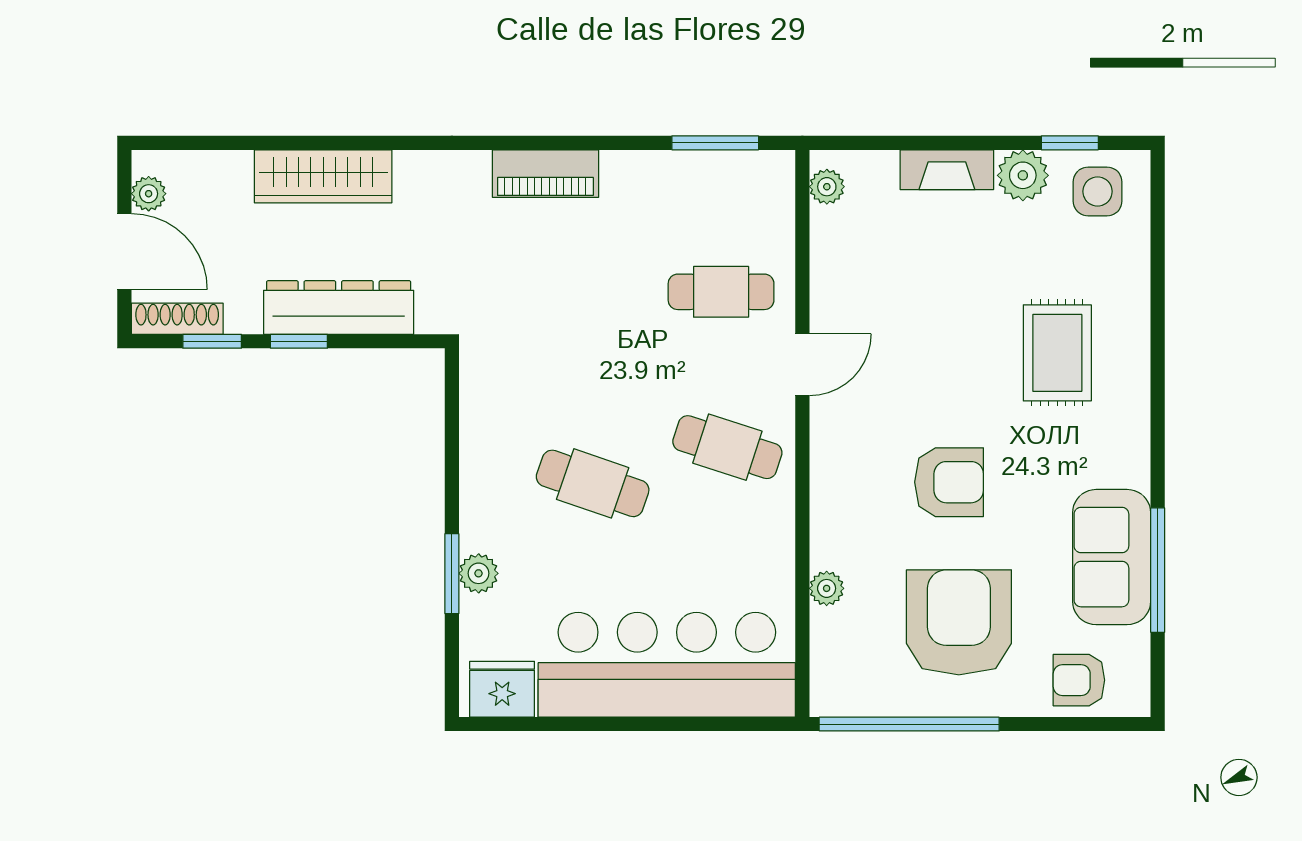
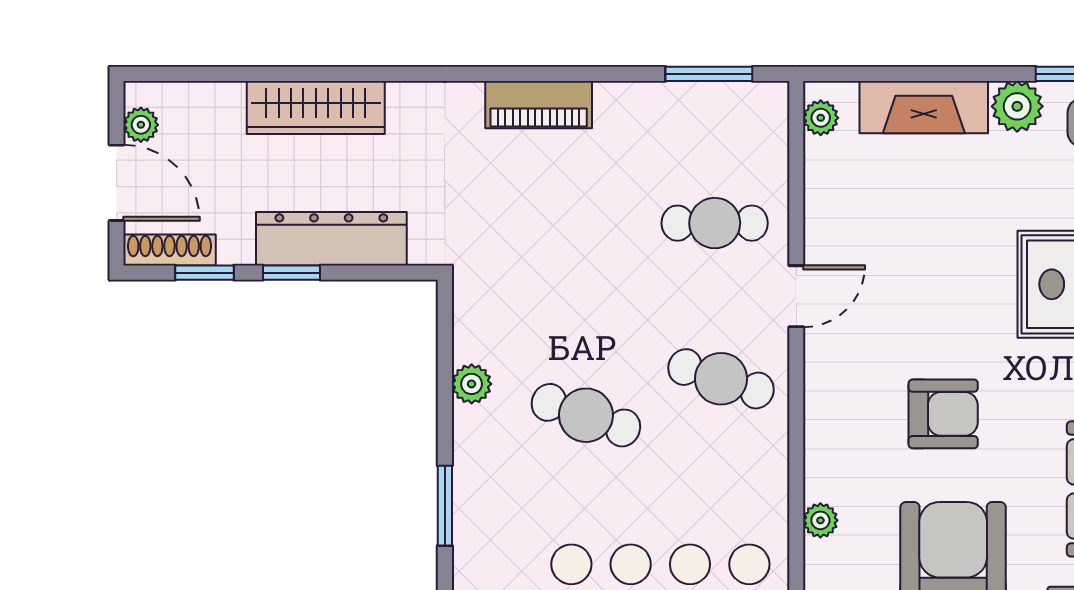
fireplace: (947, 170) -> (924, 107), width x1.37, depth x1.32
plant: (479, 573) -> (472, 384), moved

